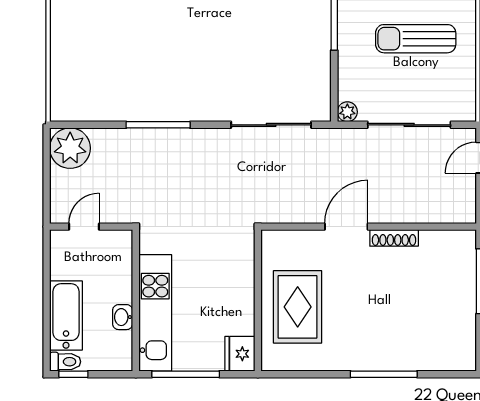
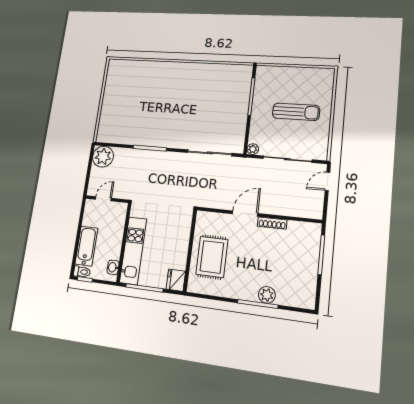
sun lounger: (416, 39) -> (296, 112), turned 180
washbasin: (123, 317) -> (113, 267), moved
plant: (397, 357) -> (267, 295), added

